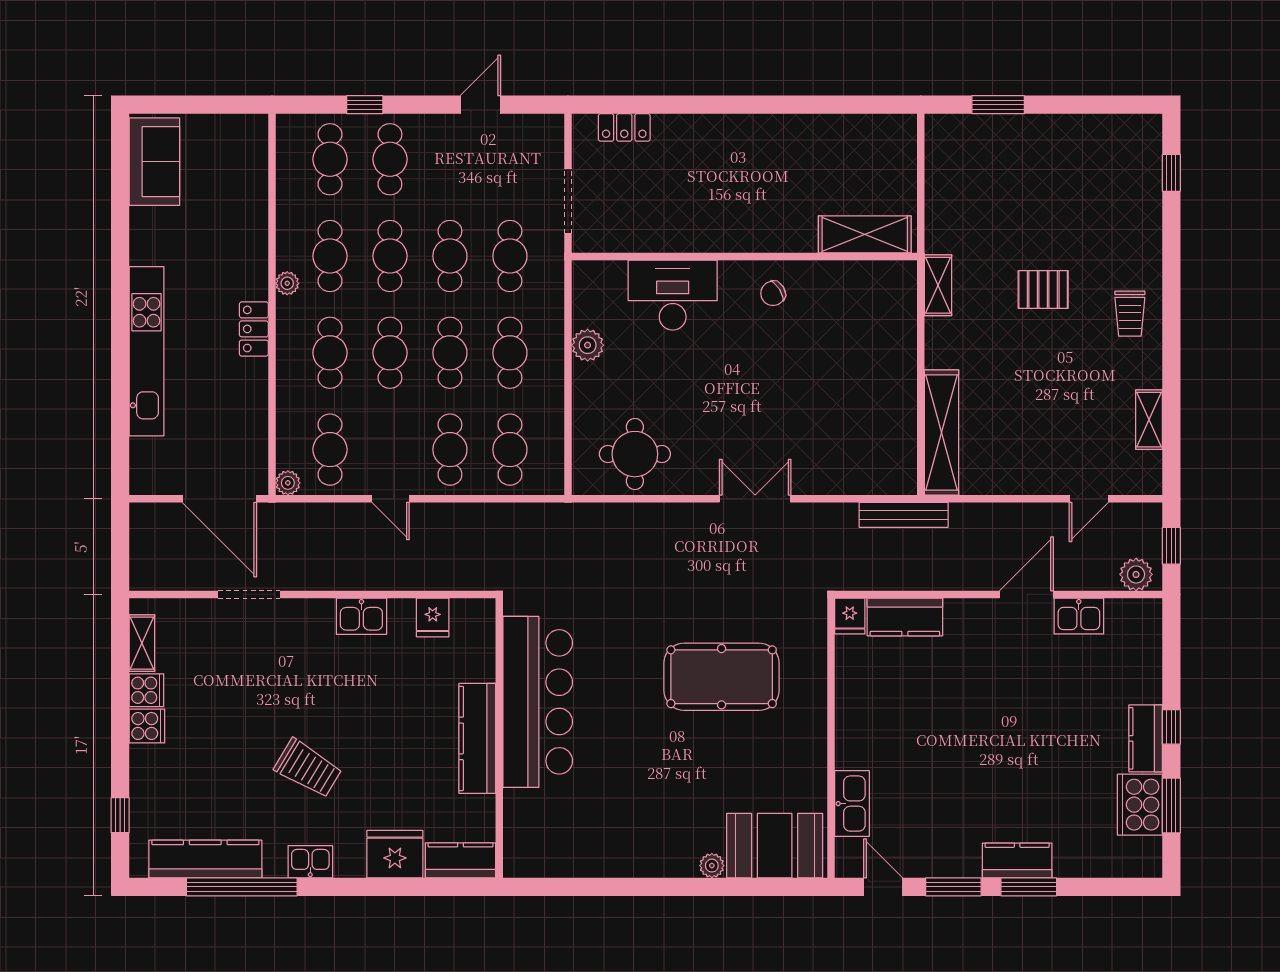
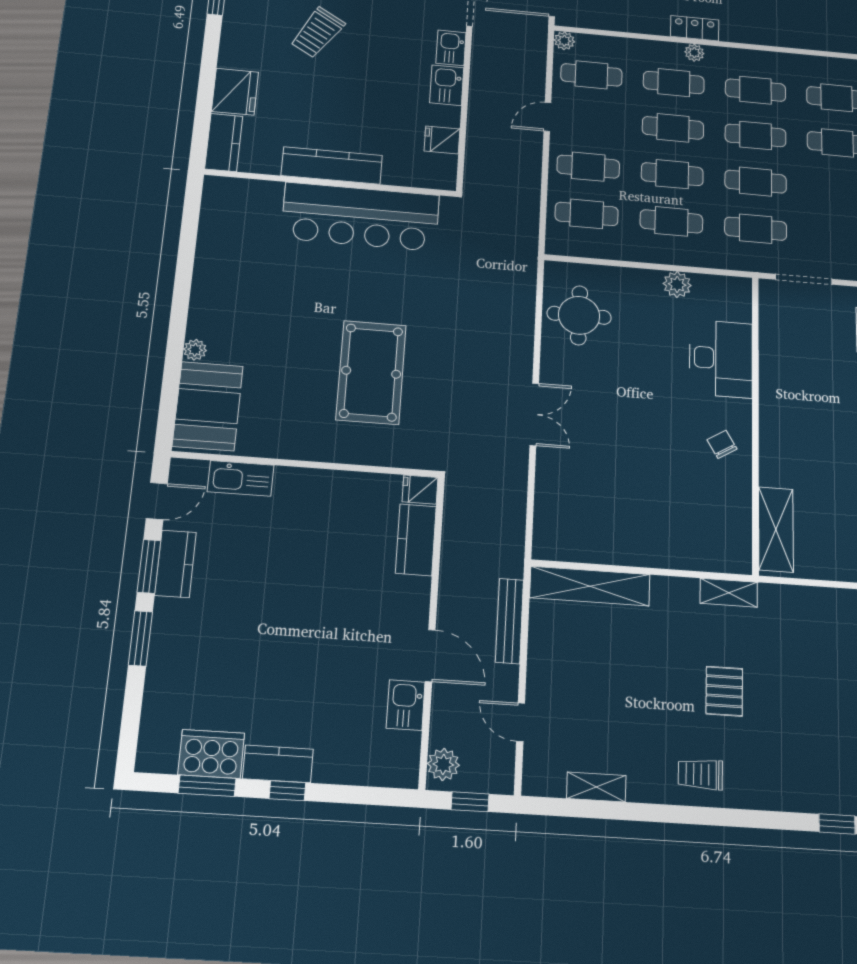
plant: (287, 283) -> (694, 53), moved
bench: (904, 515) -> (510, 621), moved
kitchen counter: (1017, 860) -> (176, 564), moved
kitchen sink: (310, 862) -> (451, 48), moved, turned 180

